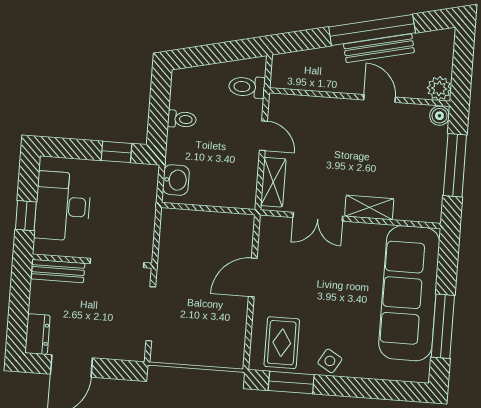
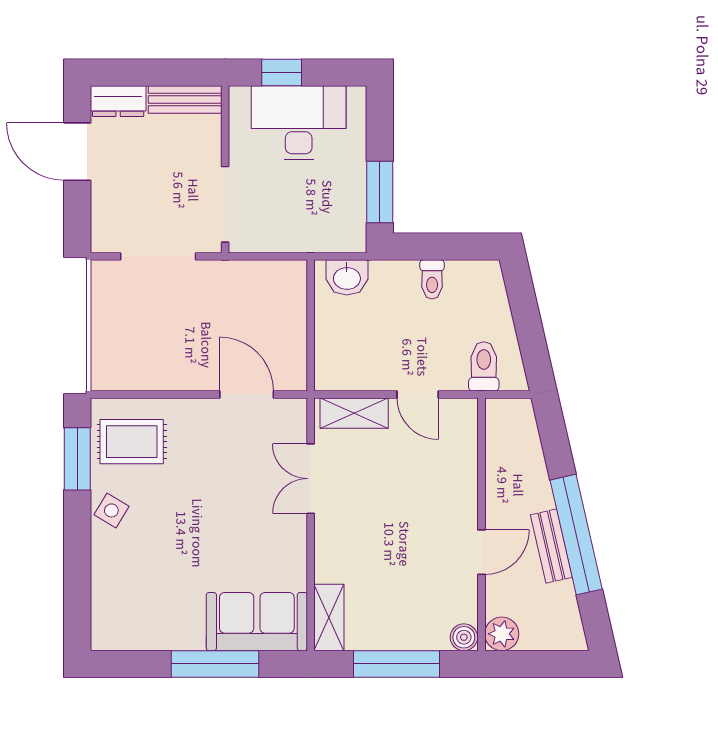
bench: (379, 48) -> (551, 546), width x0.73
door: (263, 136) -> (418, 394), hinge flipped
window: (117, 152) -> (380, 192), width x1.50
shelving: (369, 207) -> (329, 617), moved
bench: (58, 271) -> (185, 99), moved, turned 90
door: (253, 277) -> (247, 394), moved
sofa: (409, 293) -> (257, 622), width x0.54, depth x0.79
window: (443, 326) -> (215, 664), moved

